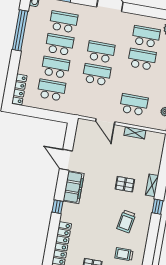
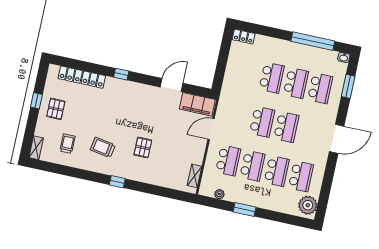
locker: (19, 89) -> (244, 37), width x0.66
school desk: (51, 90) -> (252, 166), moved
shelving: (135, 133) -> (194, 176), moved
shelving: (152, 185) -> (141, 177), removed
filing cabinet: (74, 187) -> (197, 104), moved

